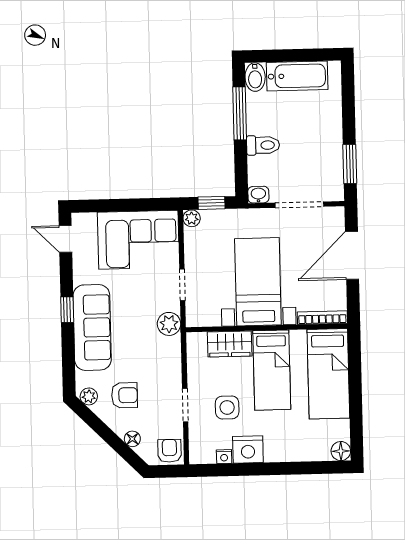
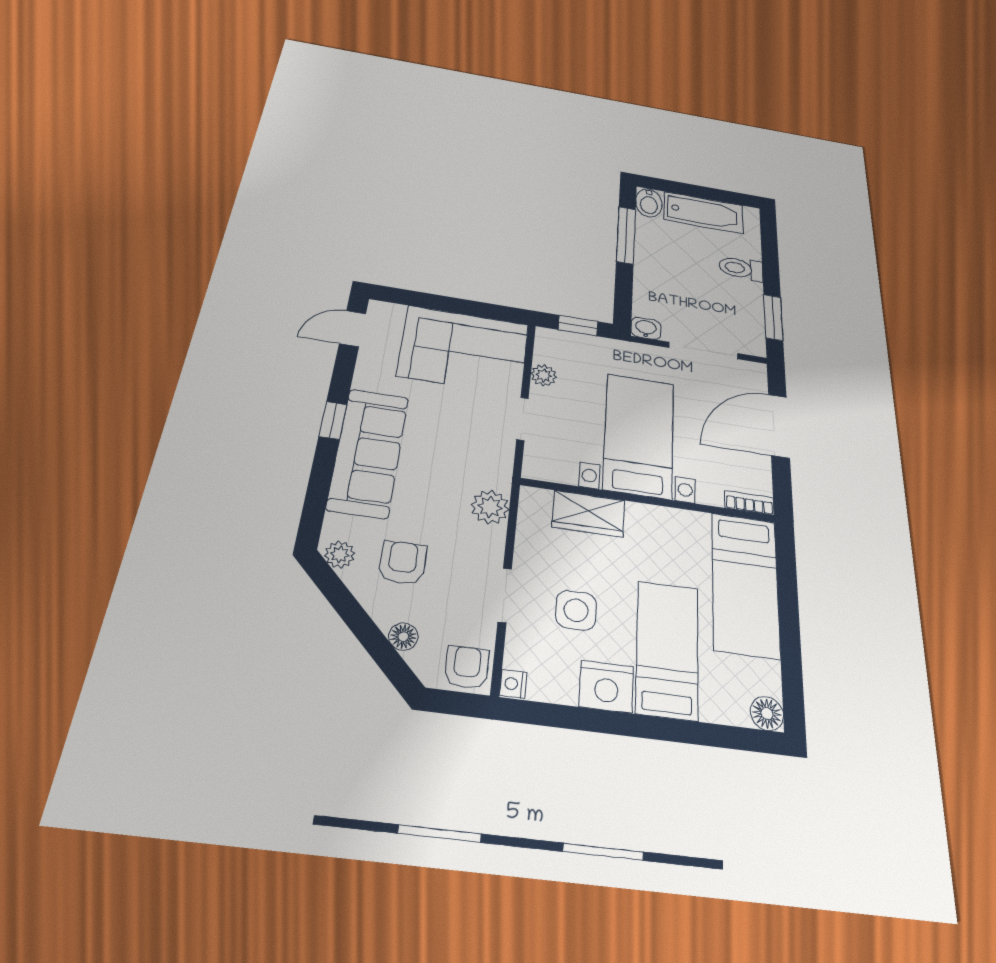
toilet: (263, 145) -> (741, 269), moved, turned 180
plant: (192, 218) -> (544, 375), moved
door: (65, 239) -> (353, 329), hinge flipped
bookcase: (322, 318) -> (749, 503), width x0.64
plant: (169, 324) -> (490, 507), moved
bed: (272, 370) -> (667, 649), moved, turned 180
armchair: (125, 395) -> (403, 563), turned -90
nightstand: (224, 457) -> (513, 684), moved, turned 90

